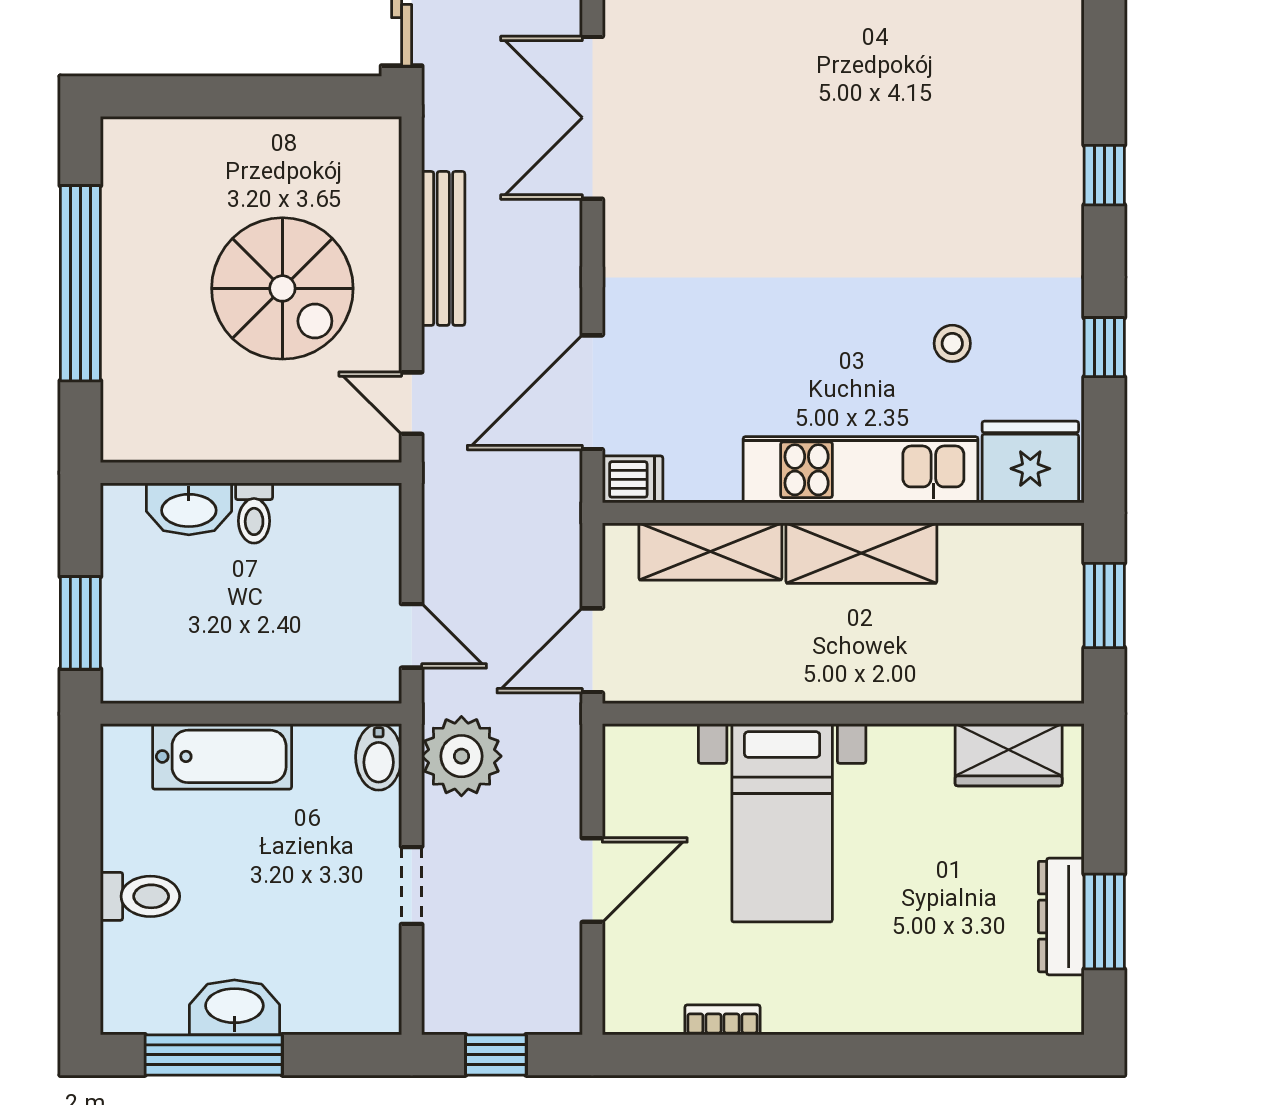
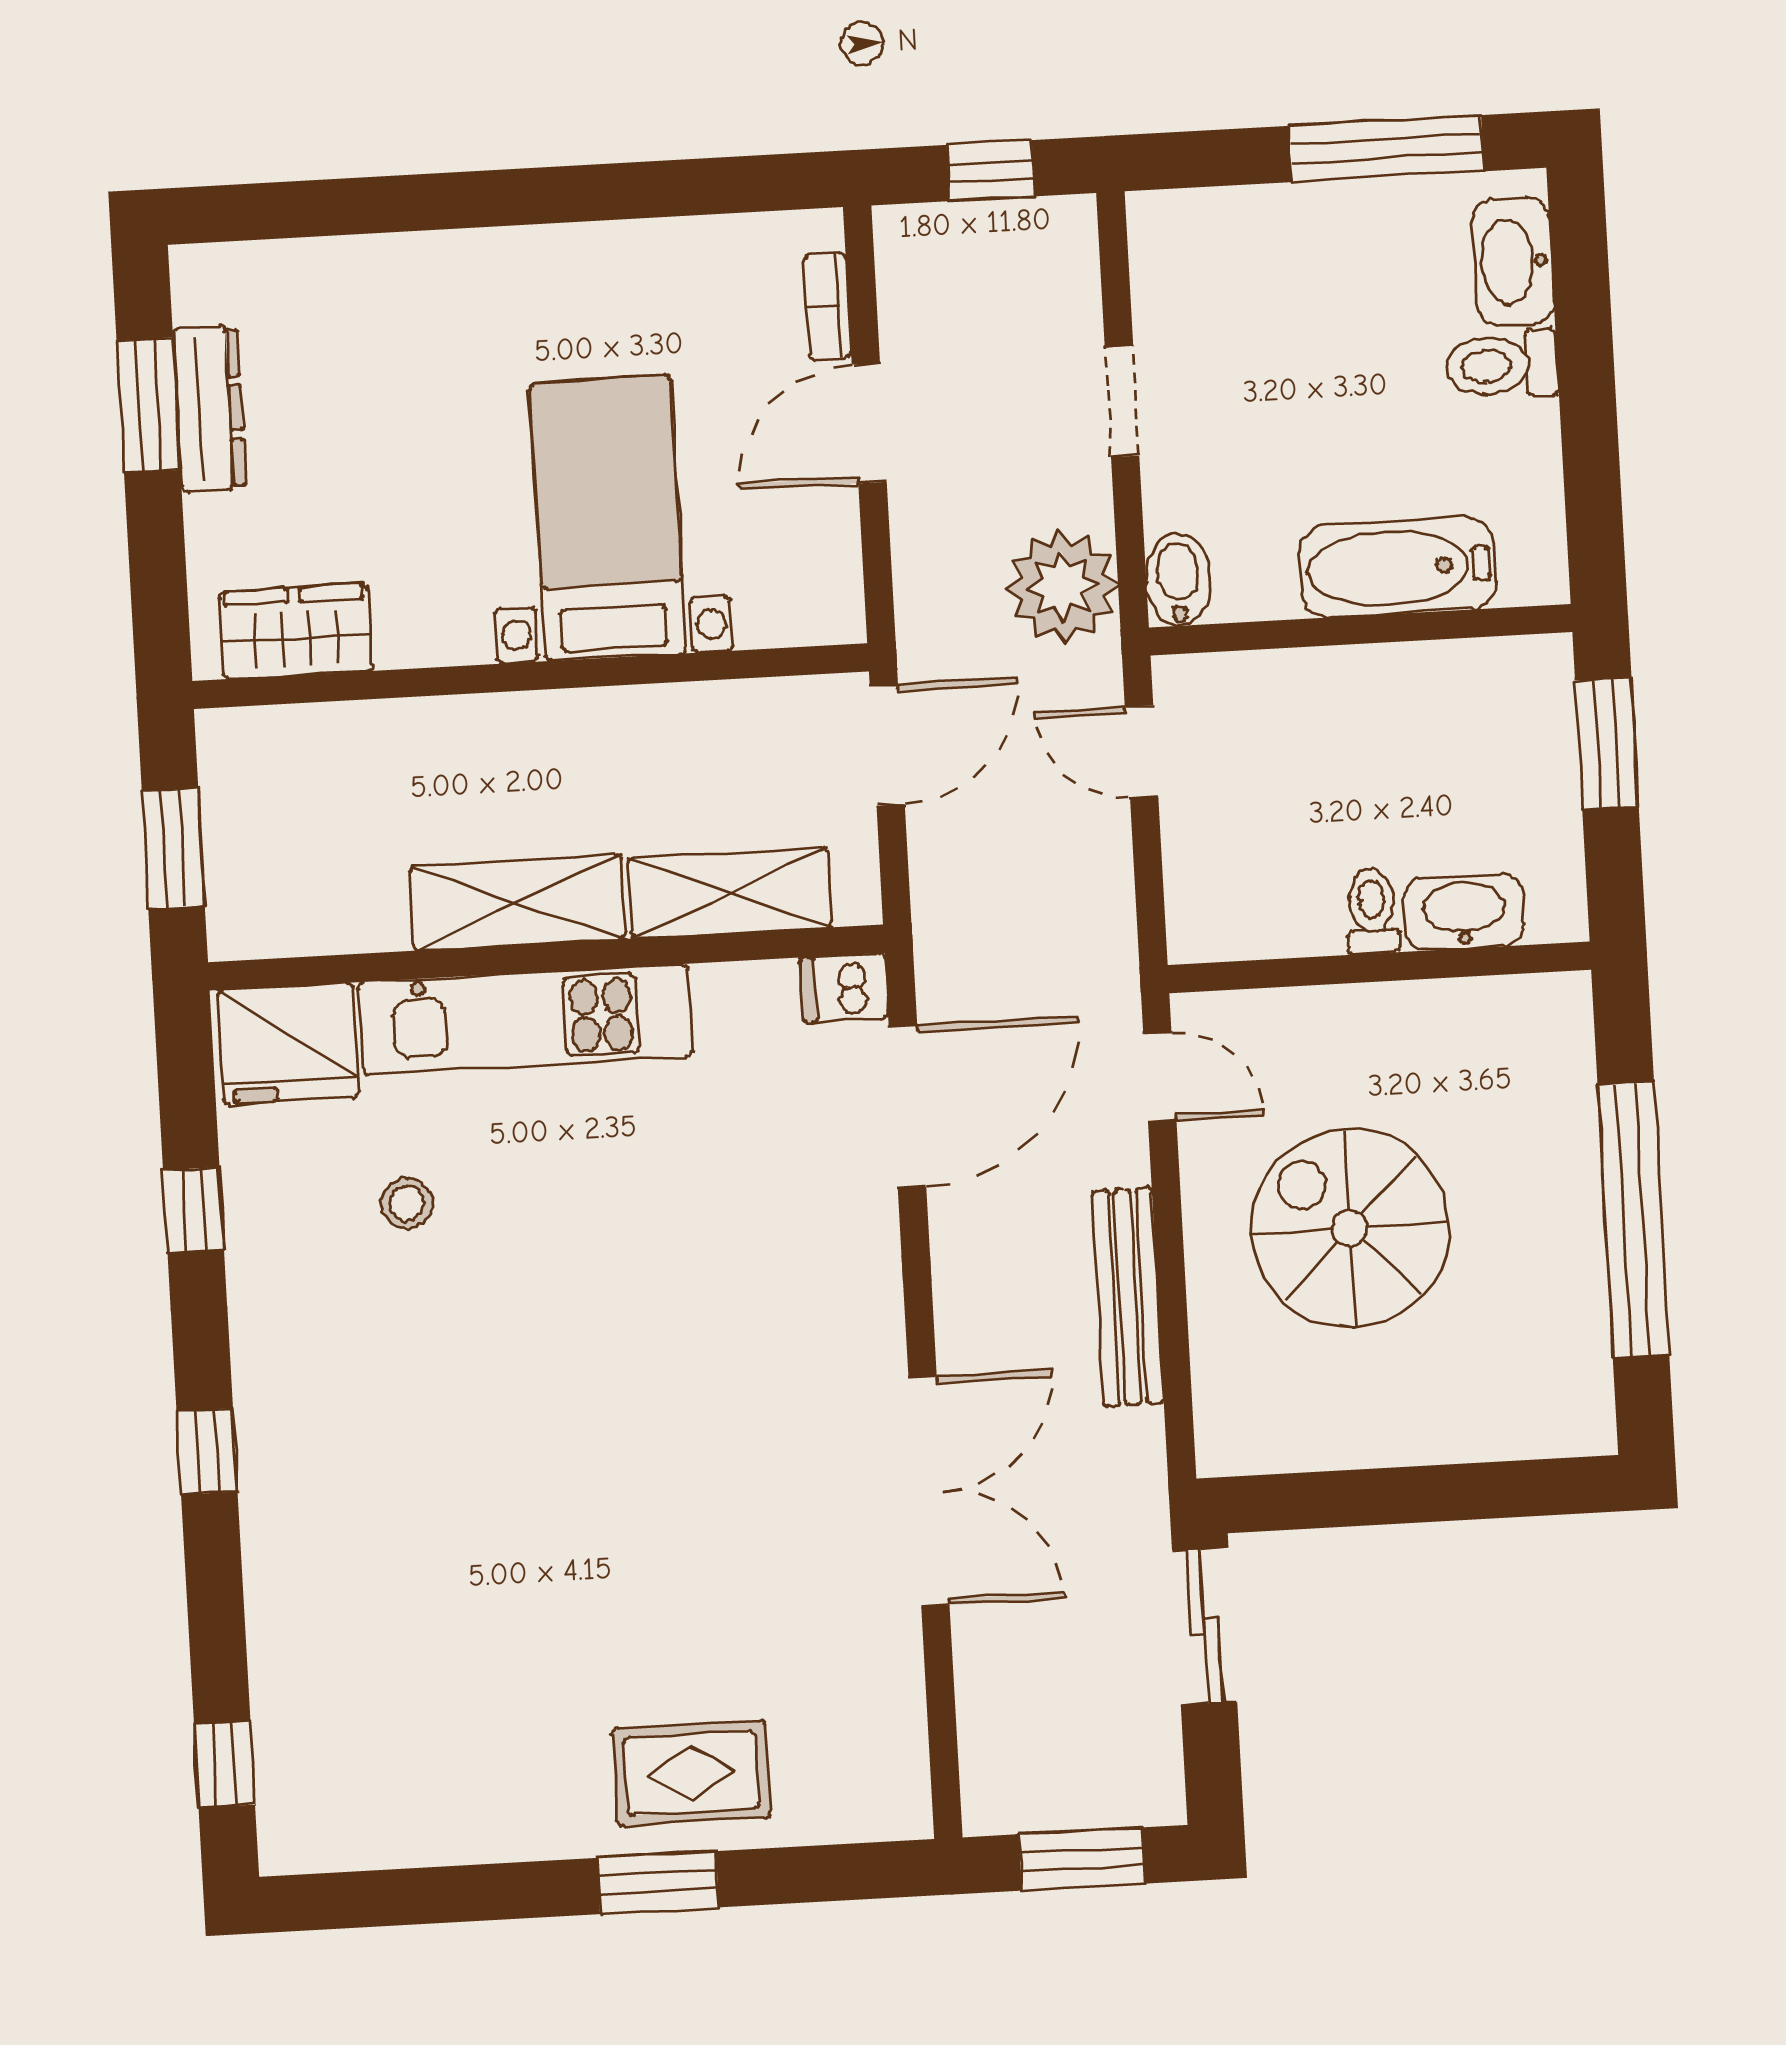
washbasin: (234, 1007) -> (1513, 262), moved, turned 90
bookcase: (722, 1020) -> (827, 306), moved, turned 90

